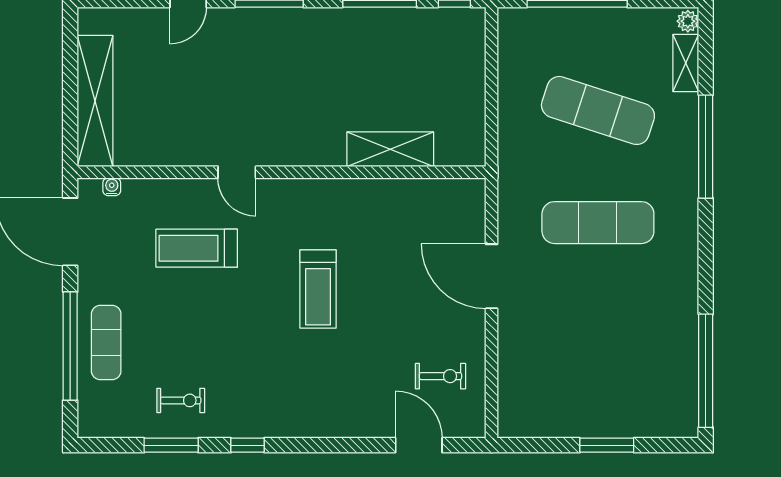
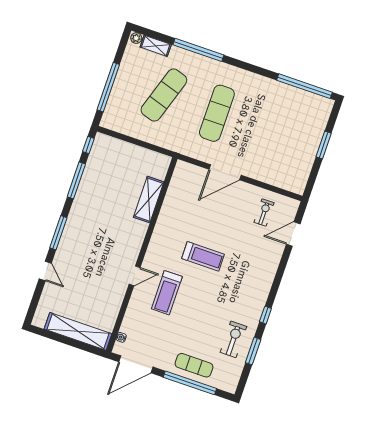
treadmill: (197, 248) -> (167, 293), moved
exercise bike: (181, 400) -> (233, 339), width x1.38, depth x1.39

